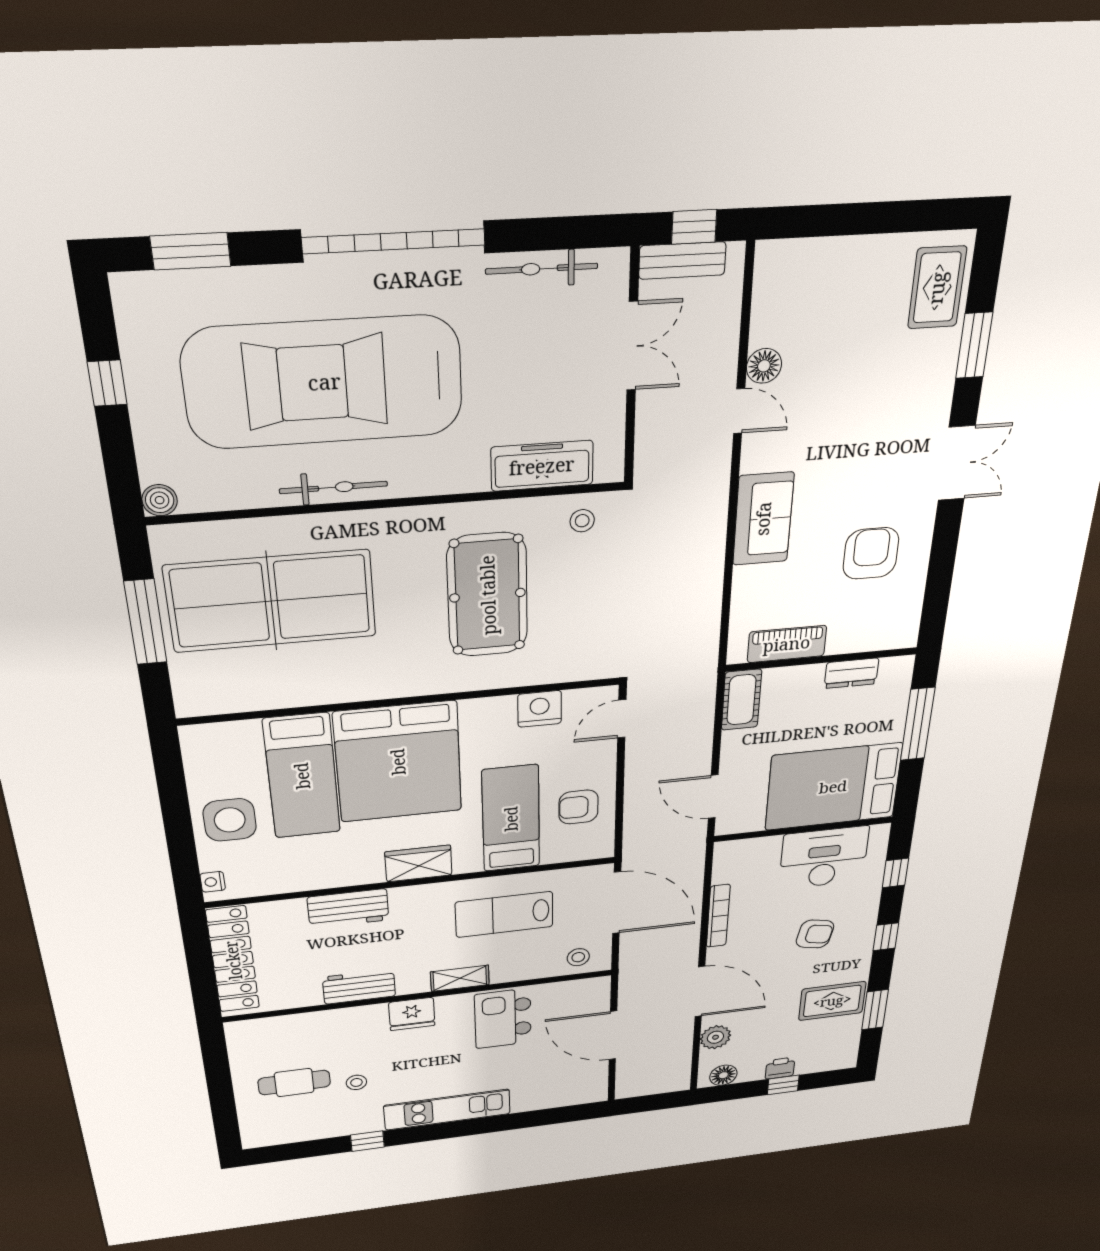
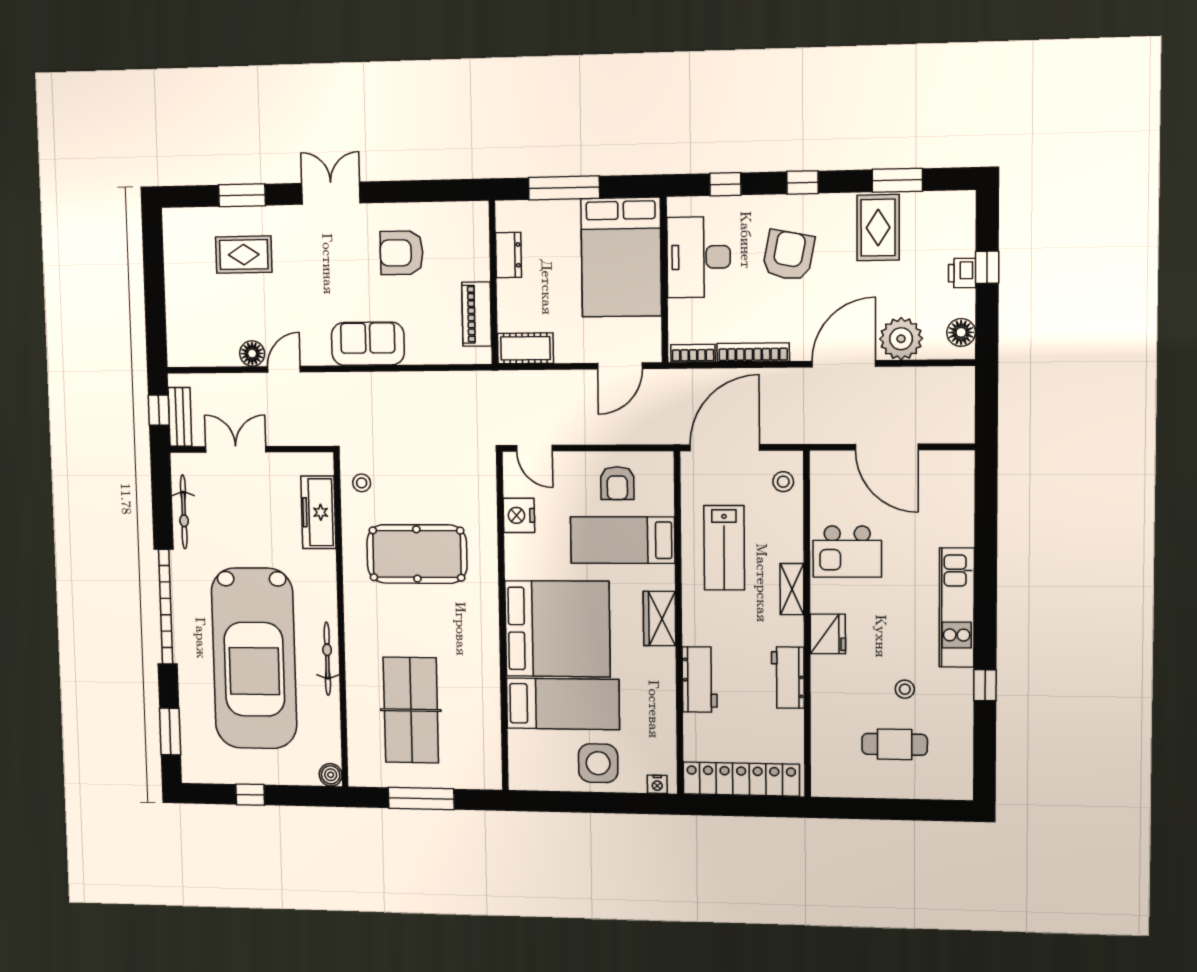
rug: (937, 288) -> (244, 255), moved
table tennis table: (271, 601) -> (411, 710), width x0.73, depth x0.76
bookcase: (722, 863) -> (693, 353), added
armchair: (815, 934) -> (788, 255), width x1.38, depth x1.38
door: (613, 1035) -> (887, 447), hinge flipped
plant: (715, 1037) -> (901, 339), width x1.36, depth x1.36
cafe table: (294, 1083) -> (895, 744), turned 90

